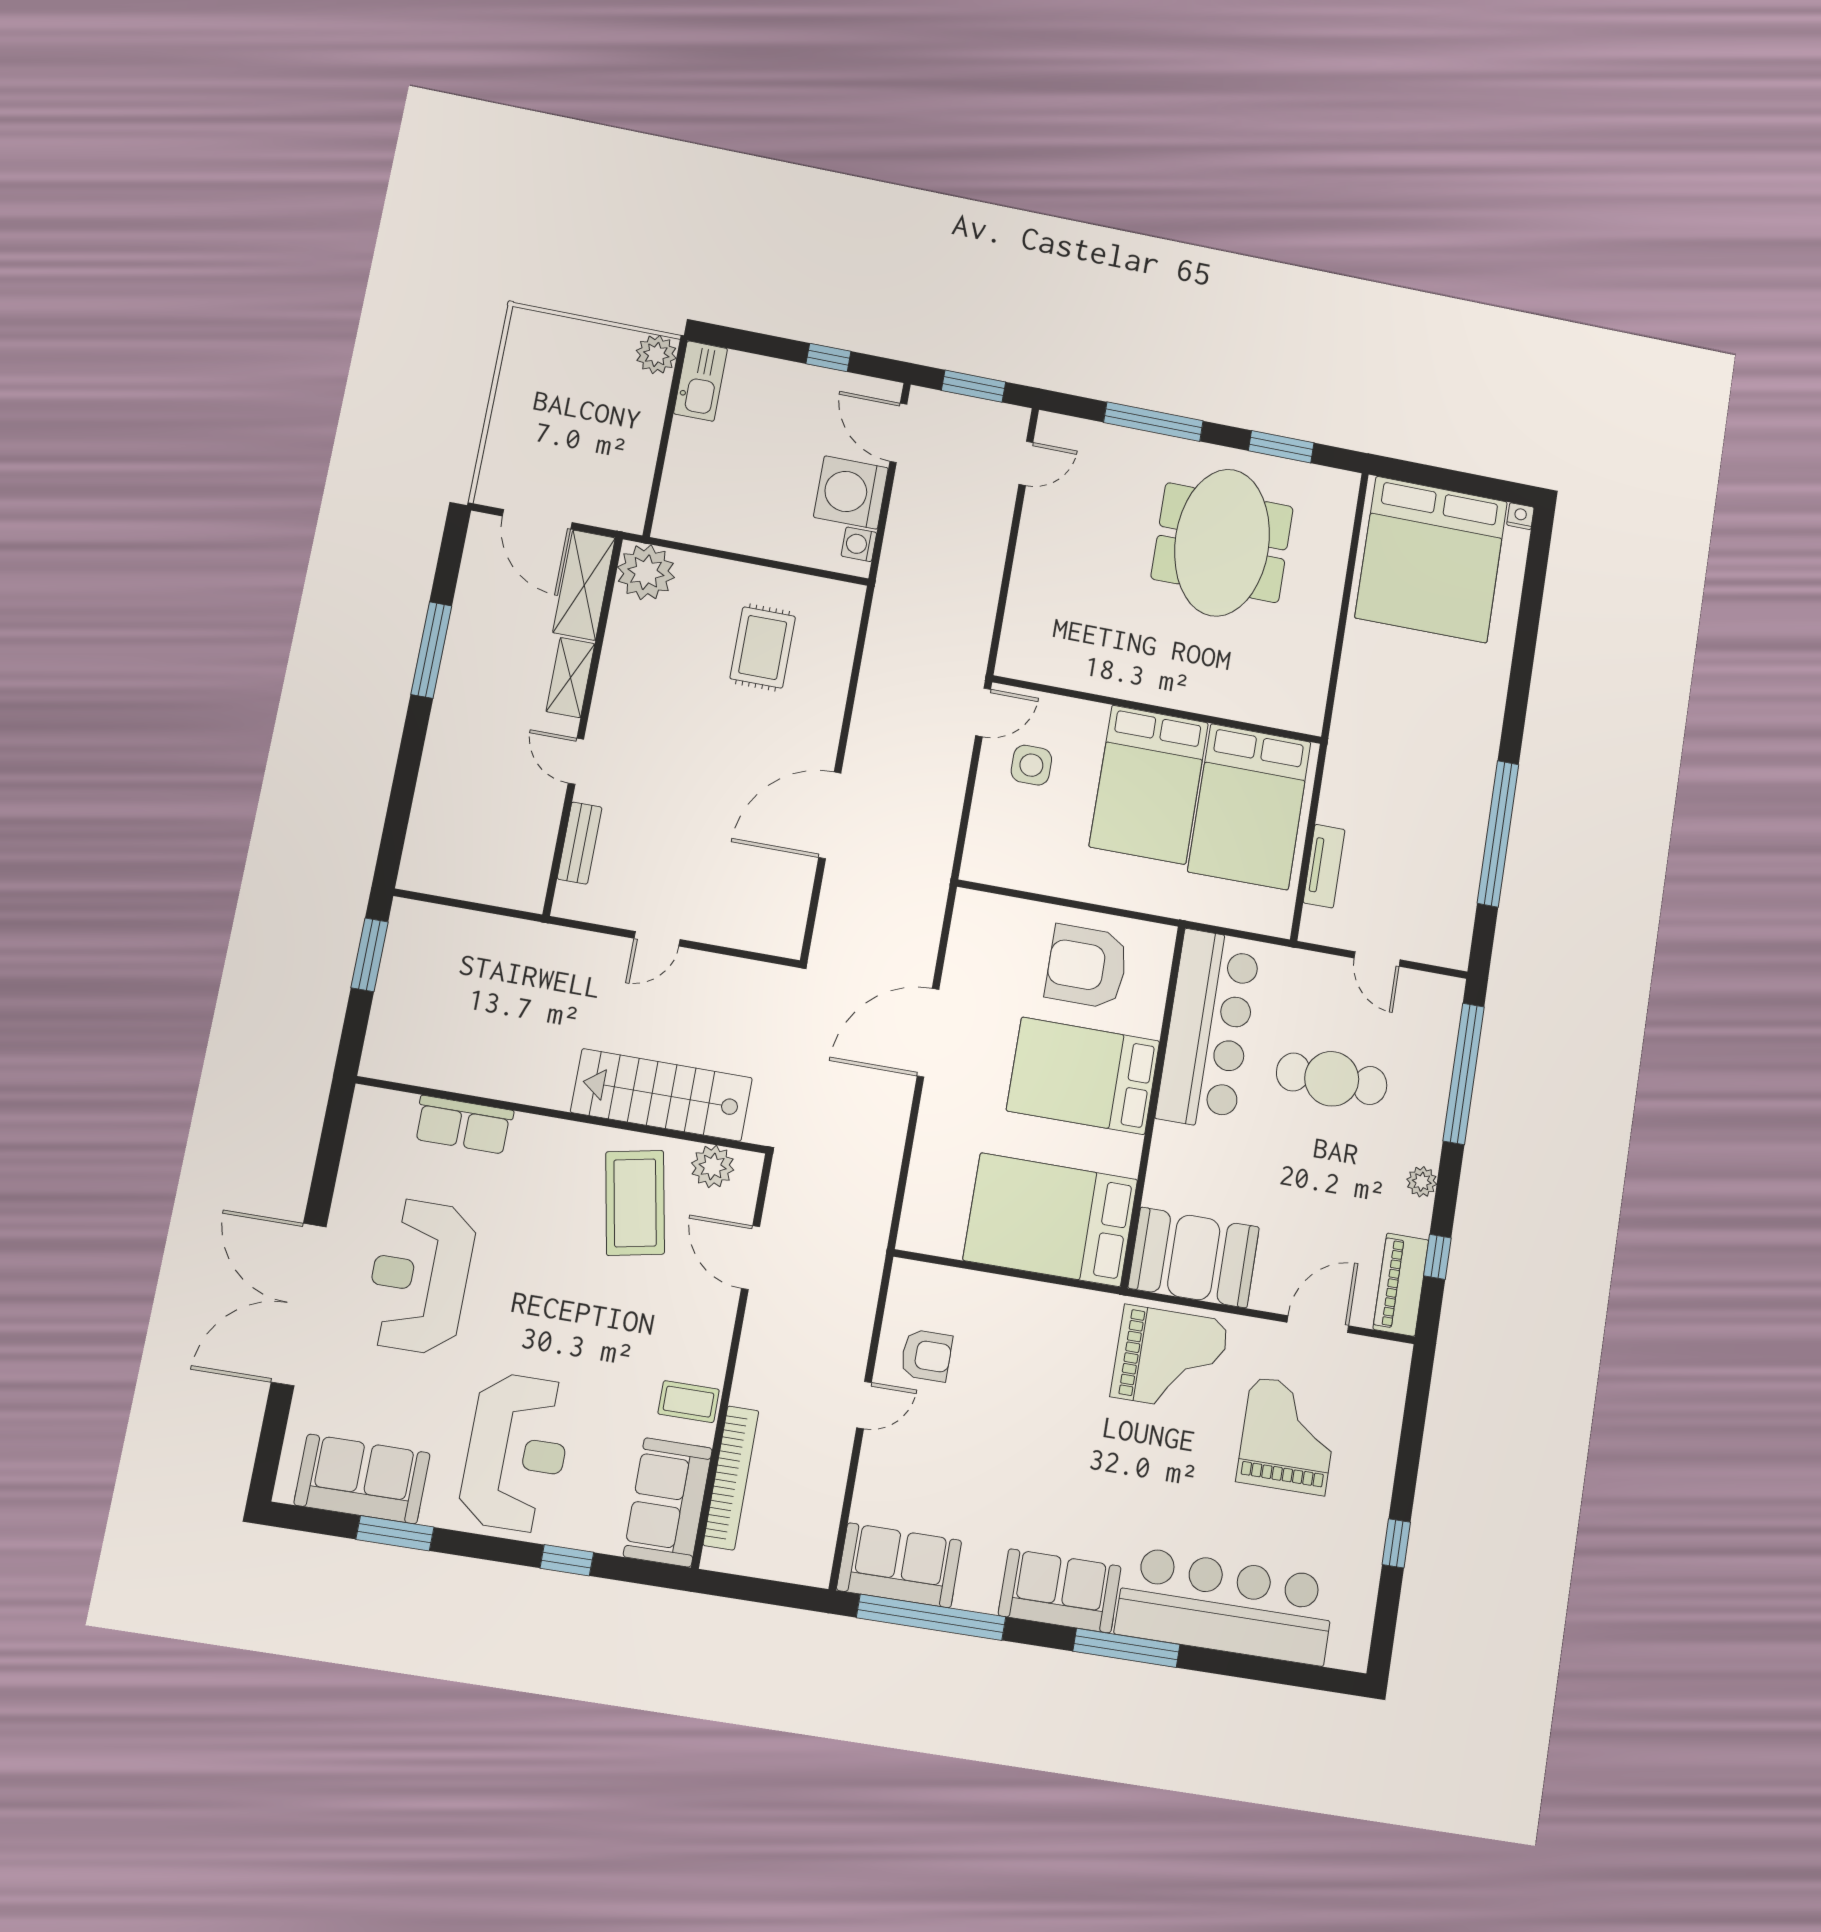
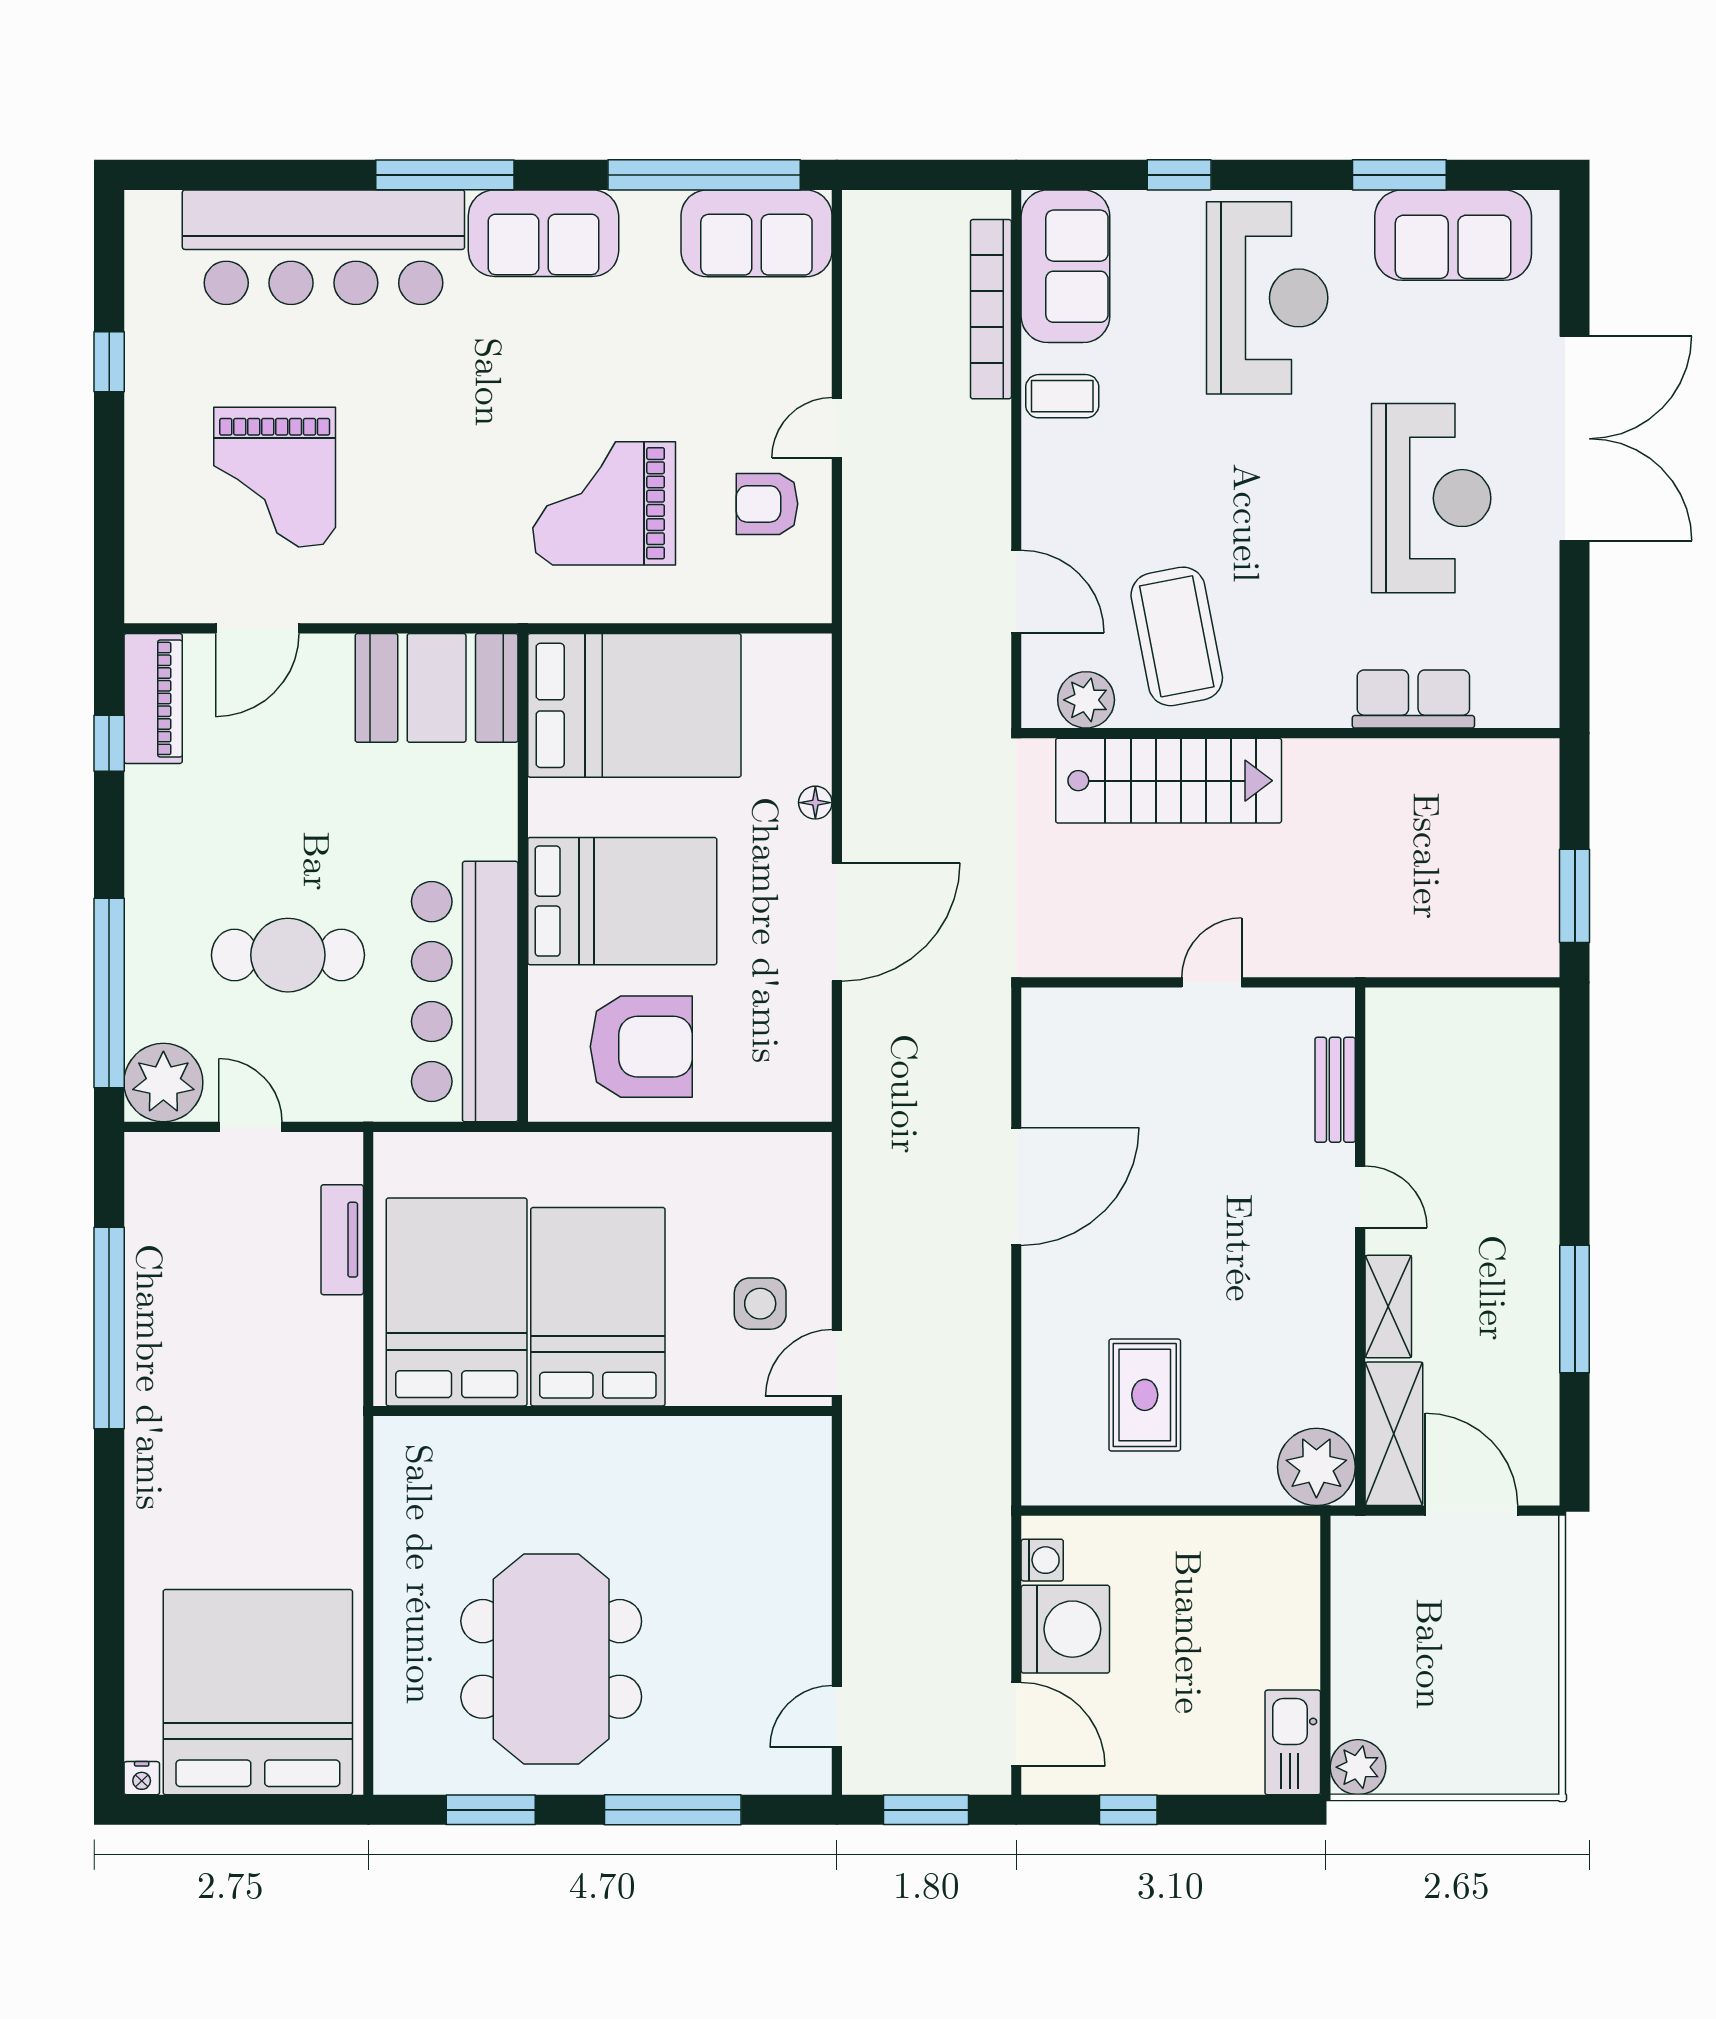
floor lamp: (929, 1124) -> (815, 803), added
plant: (1422, 1182) -> (163, 1083), moved, width x1.88, depth x1.88
grand piano: (1170, 1359) -> (604, 503), moved
reception desk: (517, 1453) -> (1267, 298), turned 180

